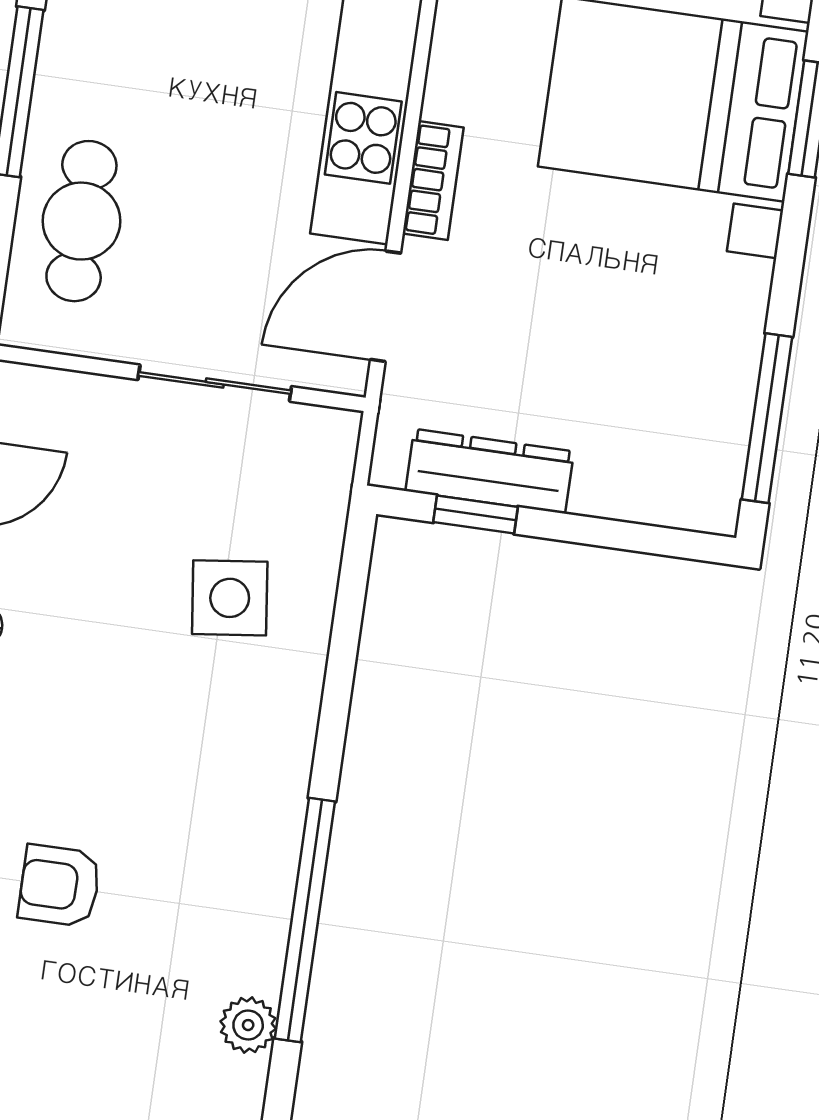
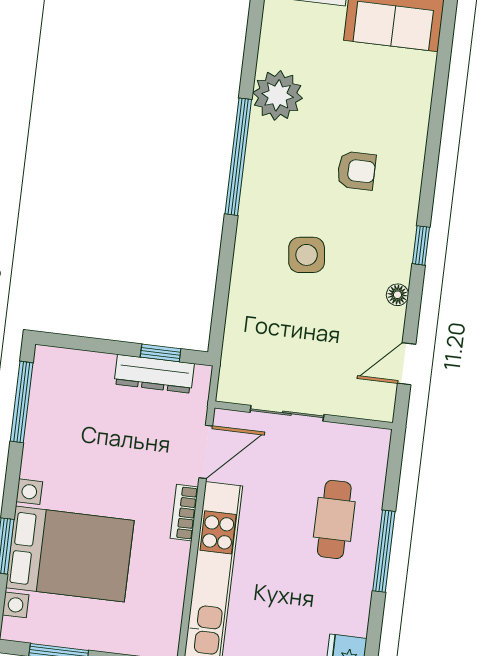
cafe table: (81, 221) -> (334, 519), moved
side table: (230, 598) -> (307, 255), moved
plant: (248, 1025) -> (278, 95), width x1.87, depth x1.87

